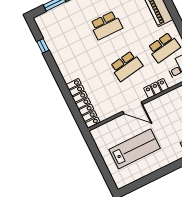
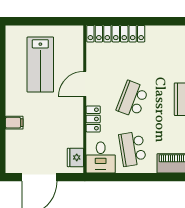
school desk: (126, 66) -> (133, 99), turned 30

